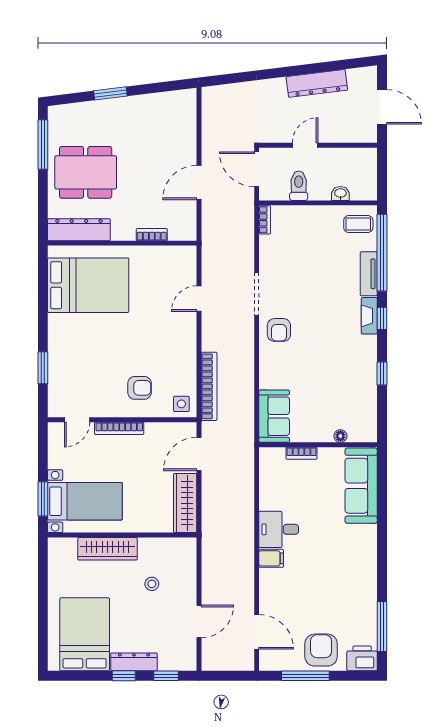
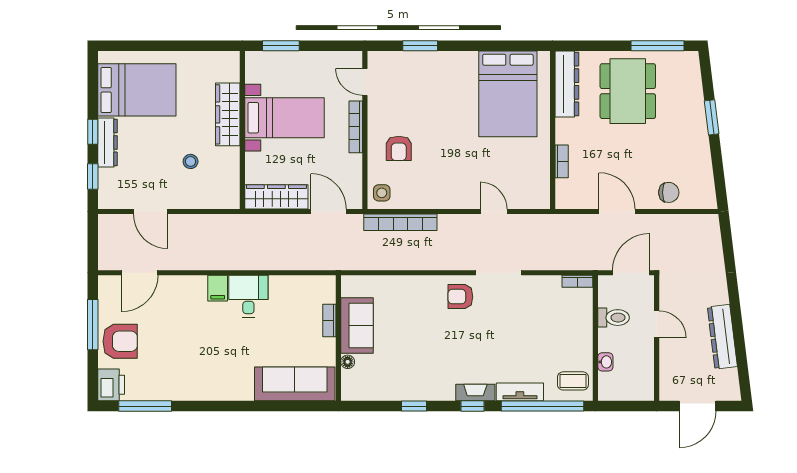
chair: (181, 134) -> (669, 192), added
coffee table: (358, 224) -> (573, 381), turned 90
sofa: (274, 416) -> (357, 325), moved, turned -90
bed with nightstands: (85, 501) -> (284, 118), moved, turned -90

